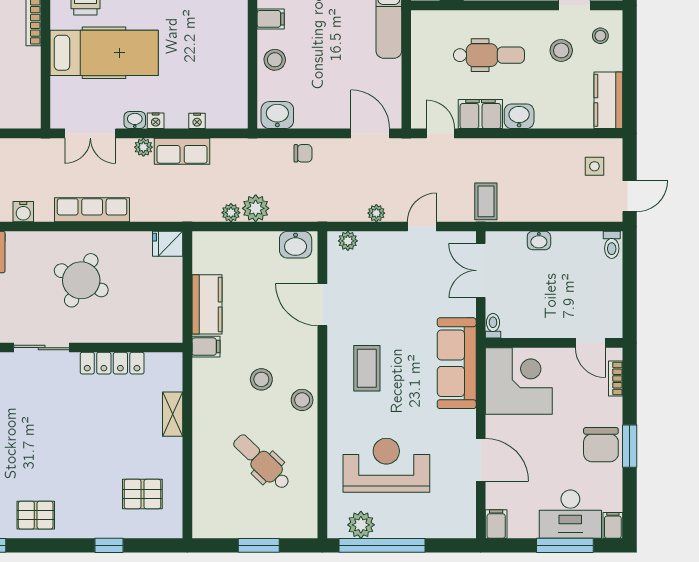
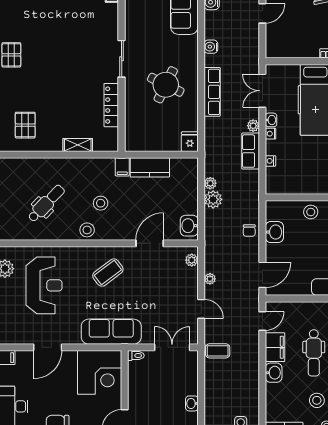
washbasin: (277, 115) -> (274, 232), moved
washbasin: (539, 241) -> (192, 403), moved
coffee table: (367, 368) -> (108, 273), turned -37

